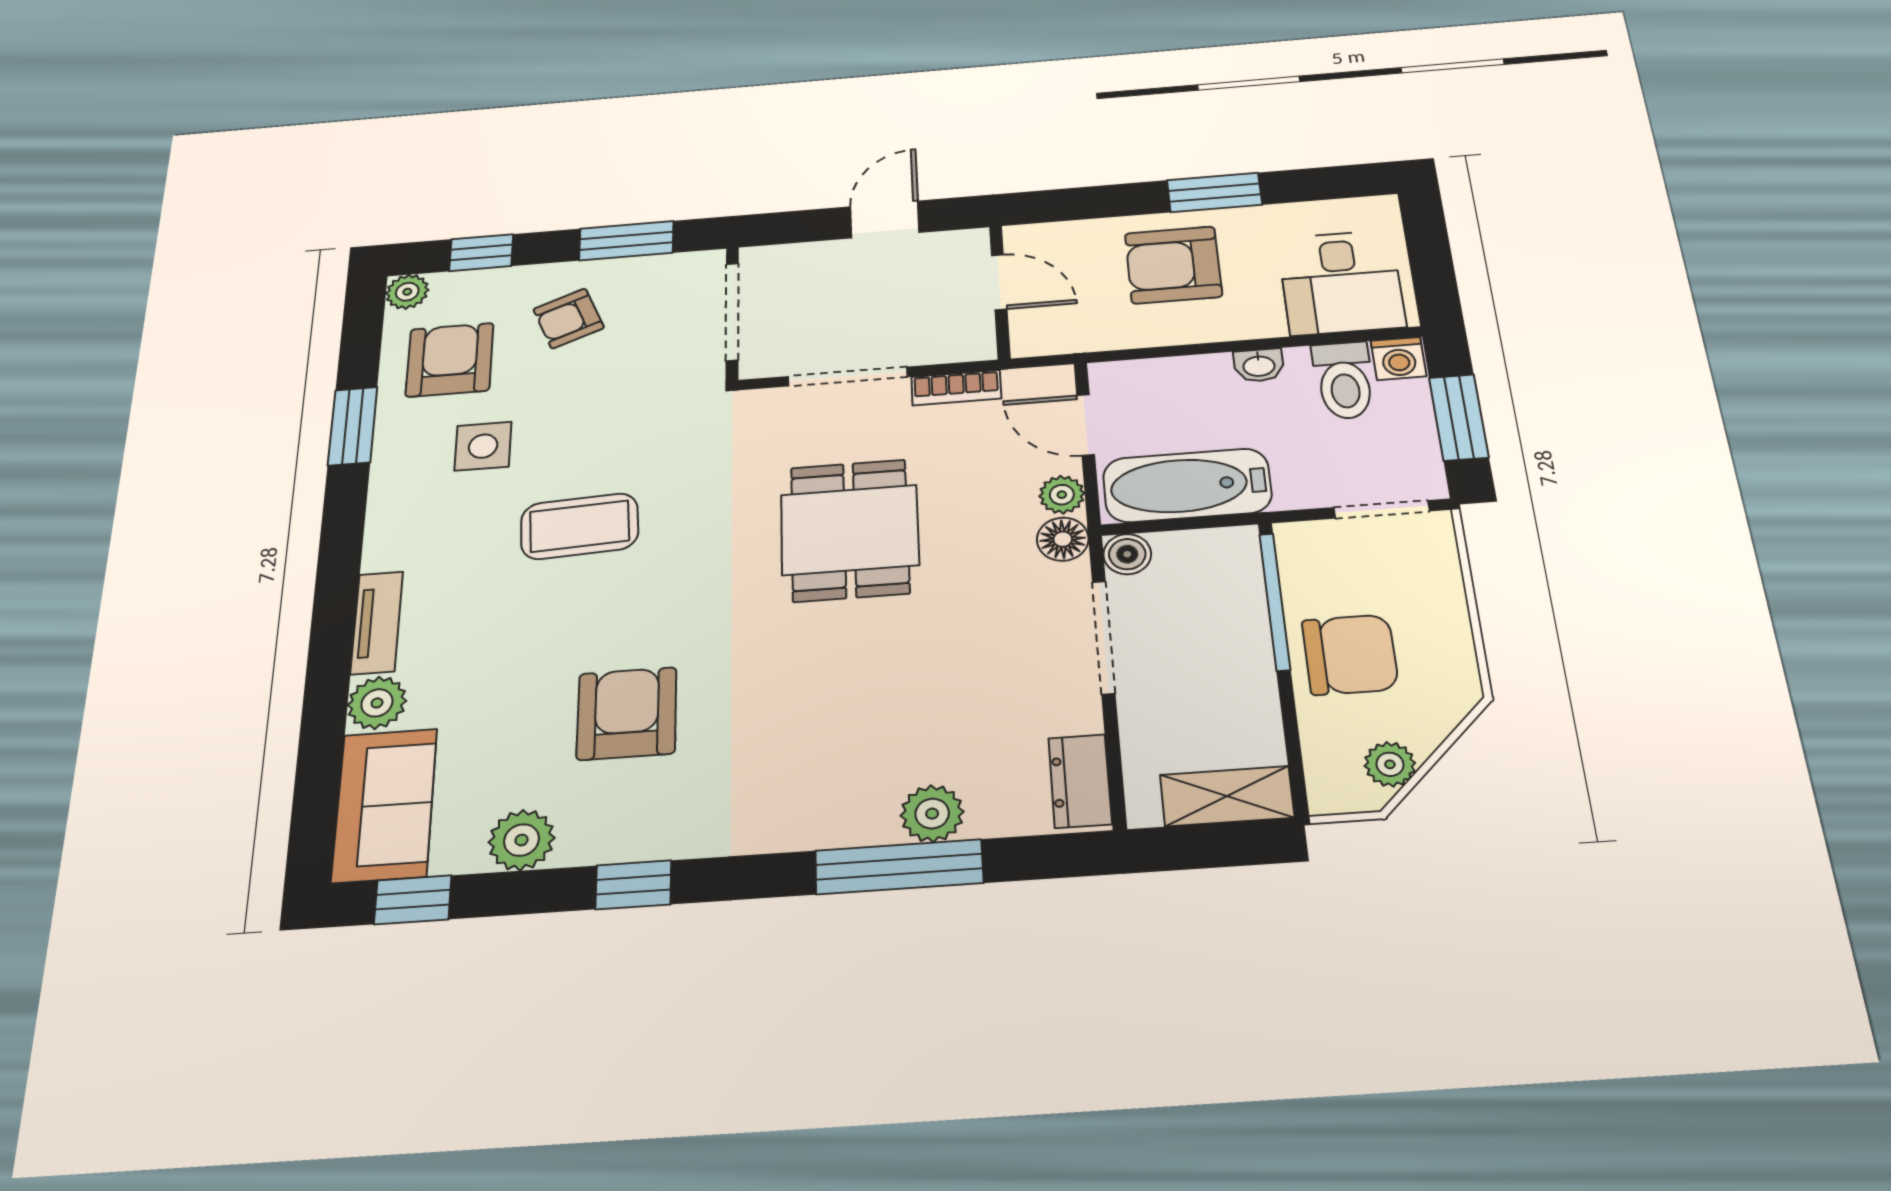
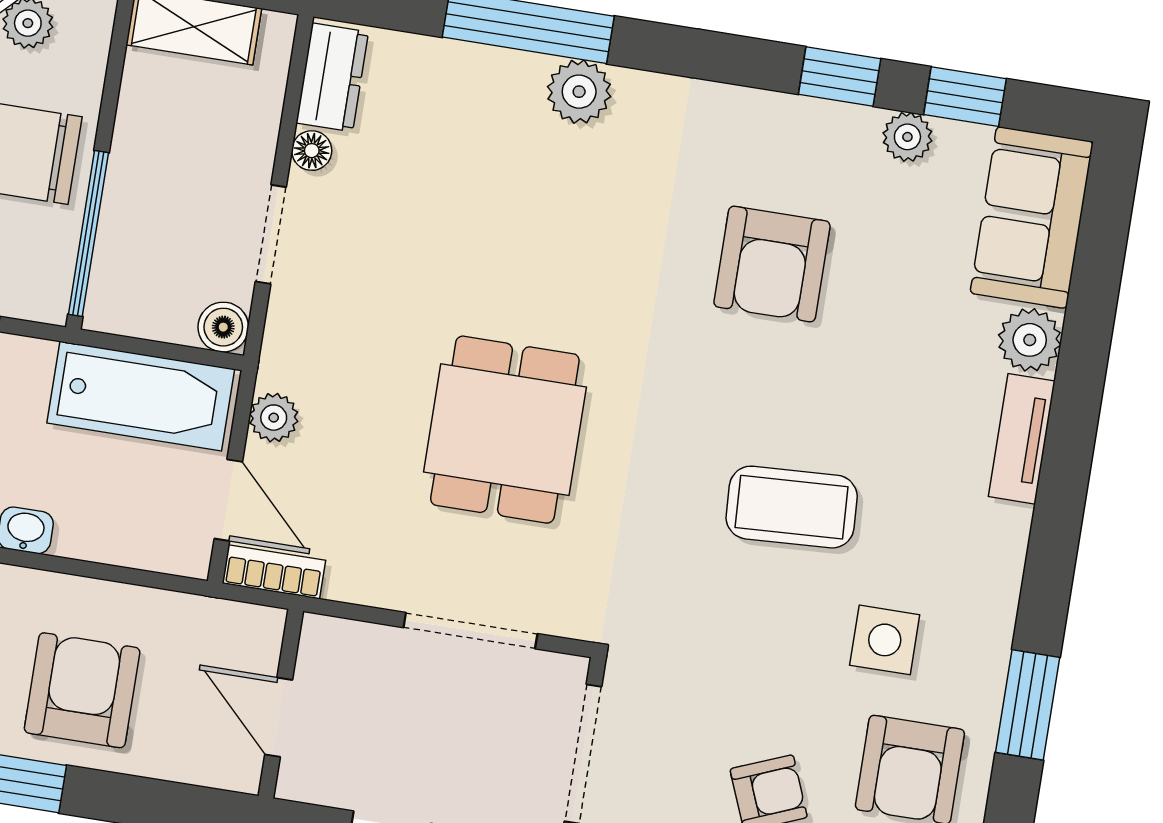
armchair: (1173, 265) -> (82, 690), turned -90
bookcase: (956, 388) -> (274, 572), moved
floor lamp: (1063, 539) -> (312, 151), moved, width x0.73, depth x0.73
doorway: (1104, 637) -> (271, 234), width x0.73
plant: (932, 814) -> (579, 92), moved
plant: (522, 840) -> (907, 137), width x0.73, depth x0.73
window: (633, 885) -> (840, 77), moved
window: (413, 900) -> (965, 97), moved

